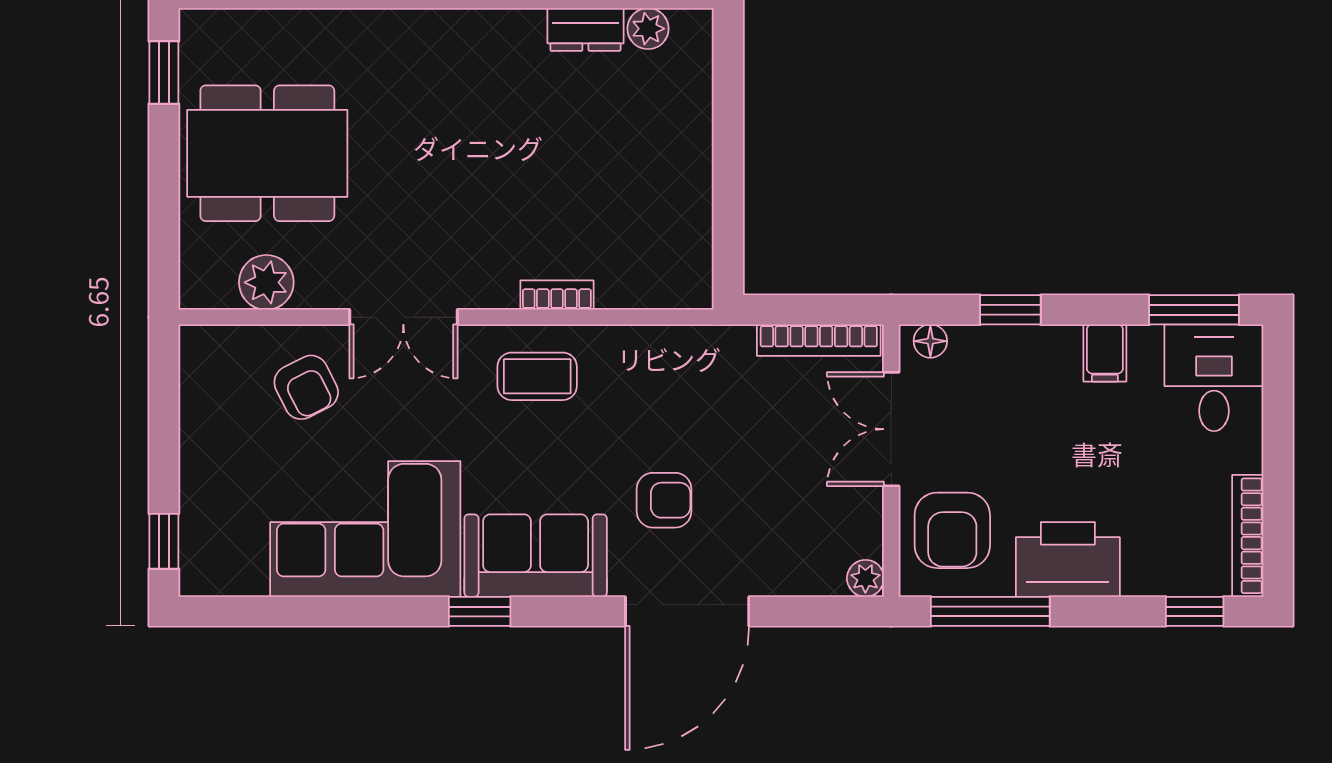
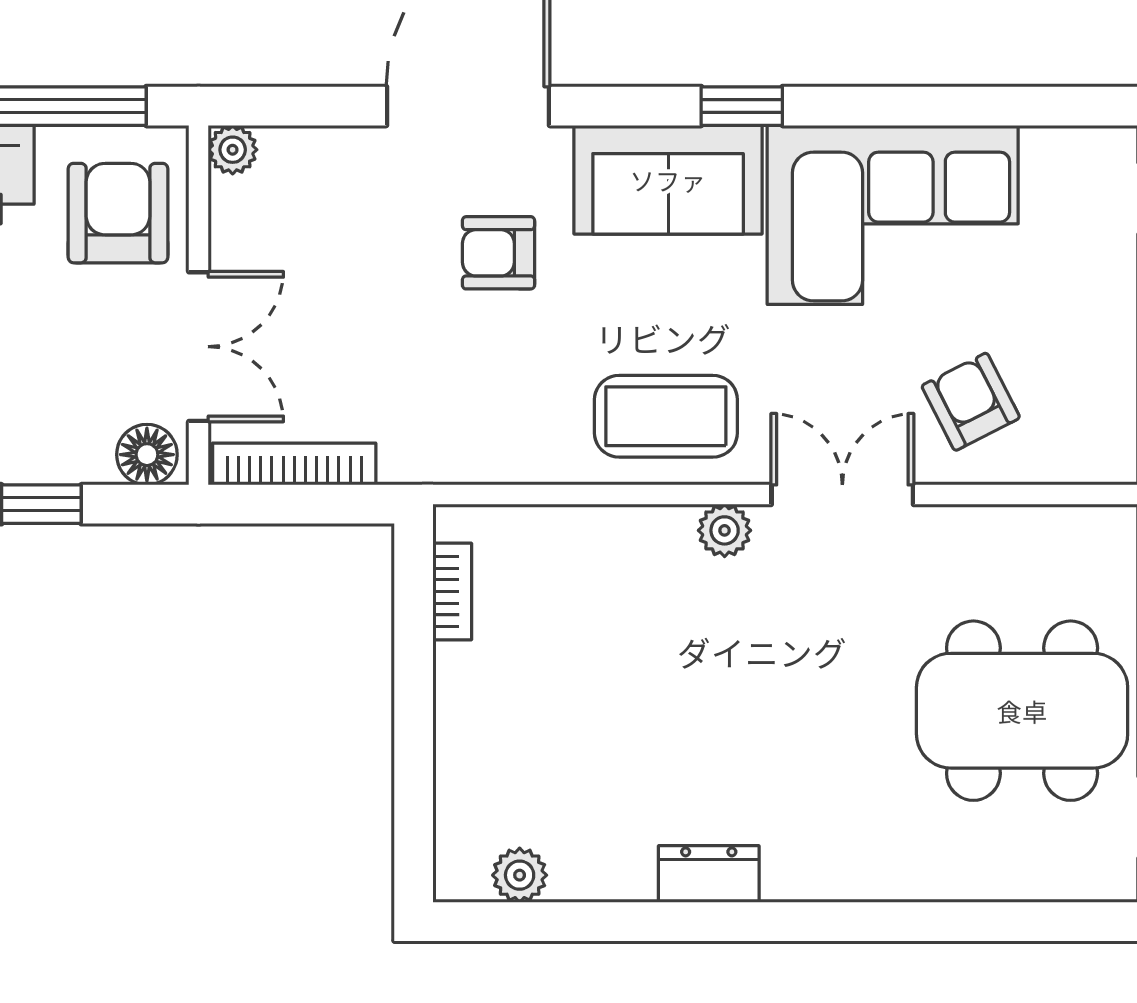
dresser: (585, 30) -> (709, 874), moved
plant: (266, 282) -> (725, 530), moved, width x0.73, depth x0.73
bookcase: (557, 295) -> (452, 592), moved, turned -90
floor lamp: (930, 341) -> (147, 455), width x1.37, depth x1.37
coffee table: (537, 376) -> (666, 416), width x1.36, depth x1.30

